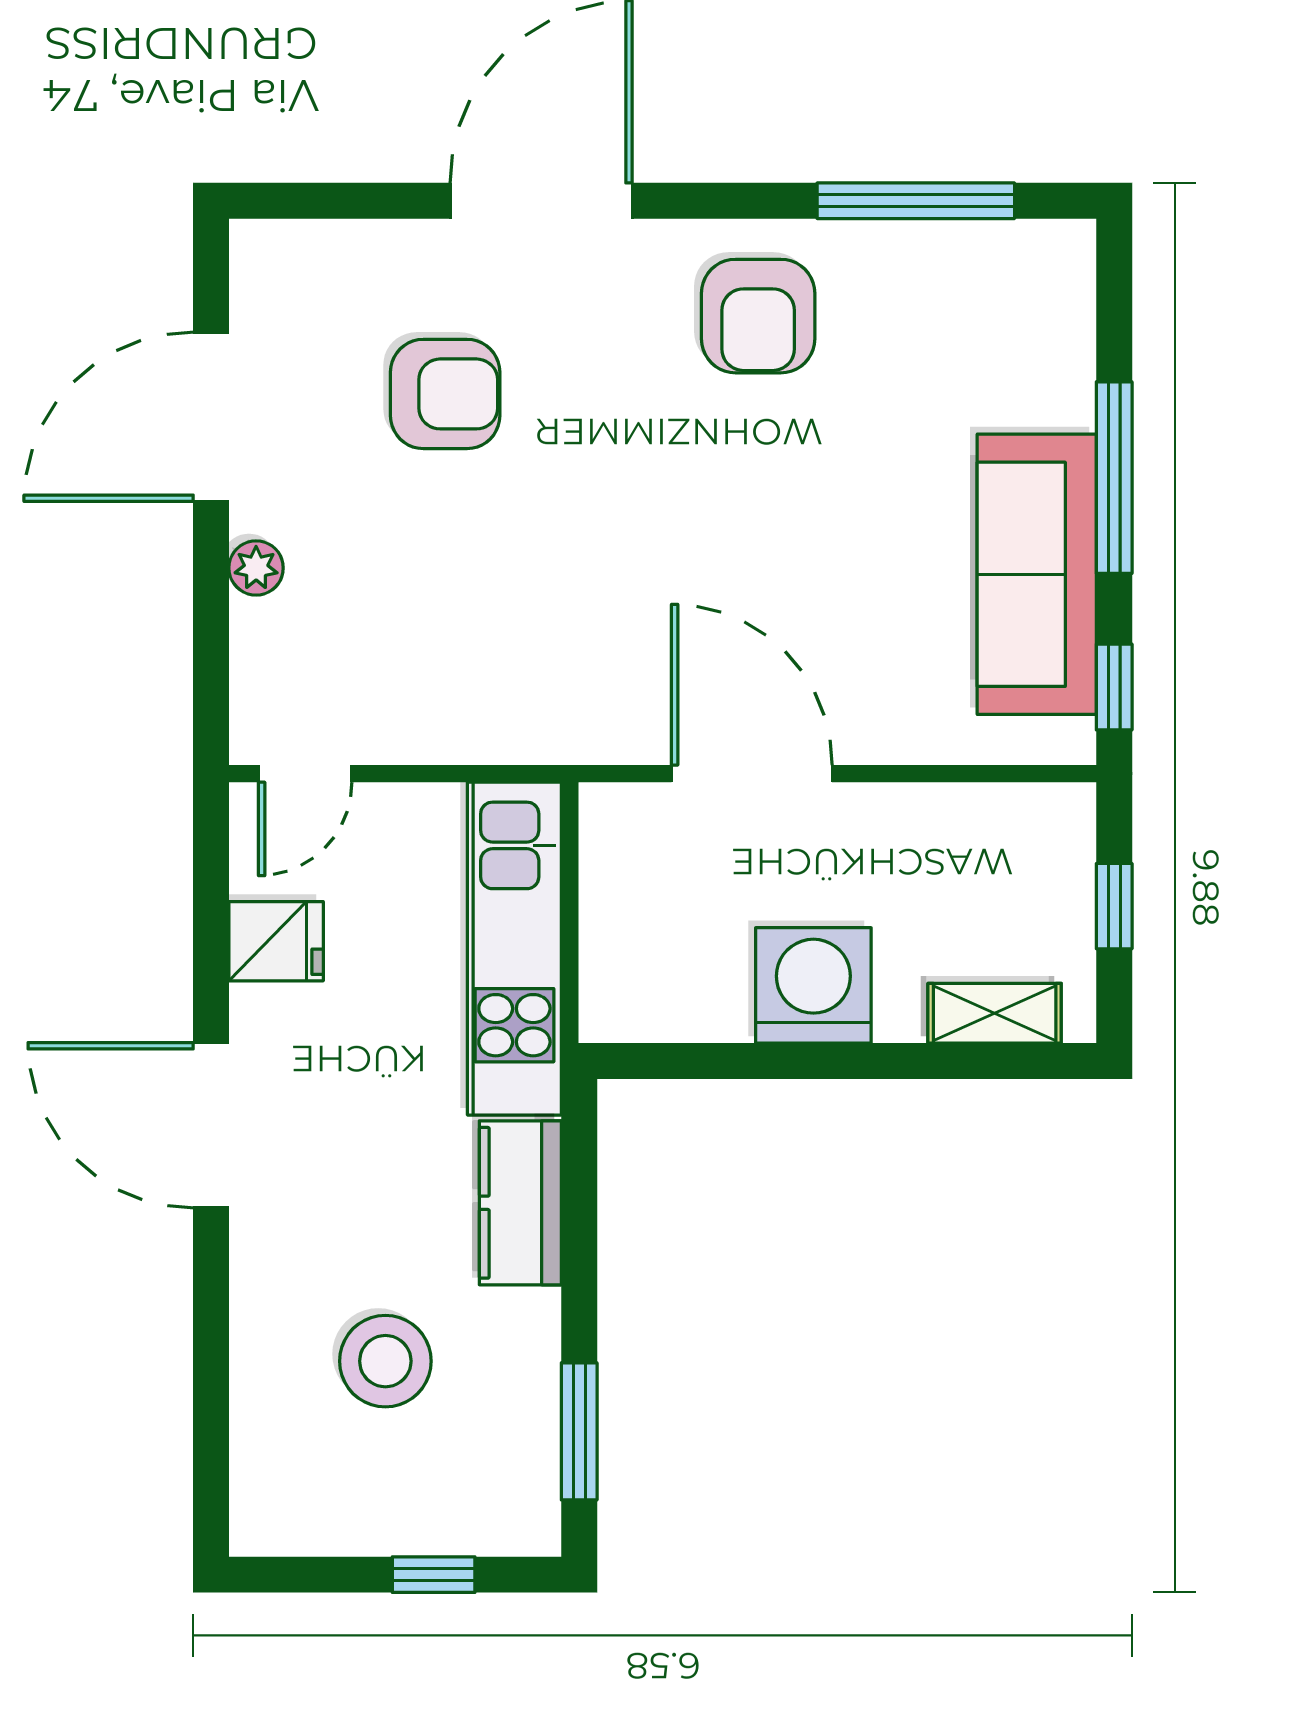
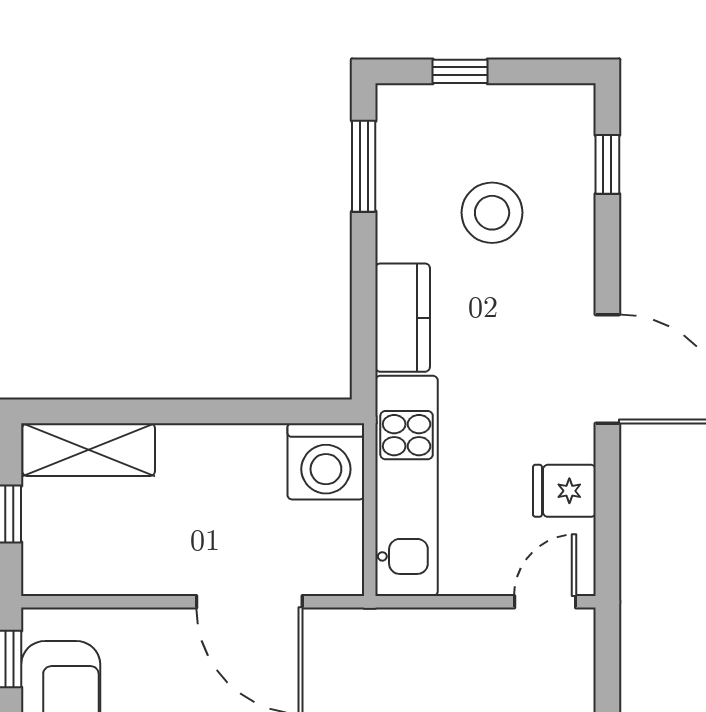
washing machine: (813, 985) -> (326, 461), moved
shelving: (995, 1013) -> (89, 450), width x1.50, depth x1.33
window: (211, 1434) -> (607, 164), added

